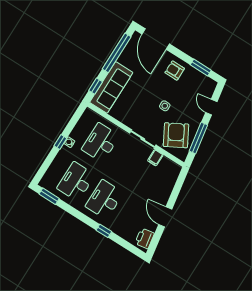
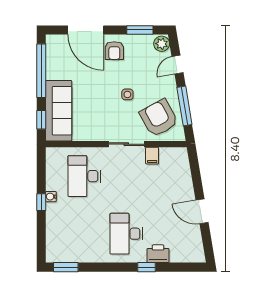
door: (156, 39) -> (86, 30), moved
armchair: (175, 71) -> (114, 51), turned -90
plant: (210, 86) -> (162, 44), added
door: (211, 107) -> (177, 65), hinge flipped
desk: (76, 182) -> (84, 234), removed
printer: (145, 238) -> (158, 254), moved, turned 99

